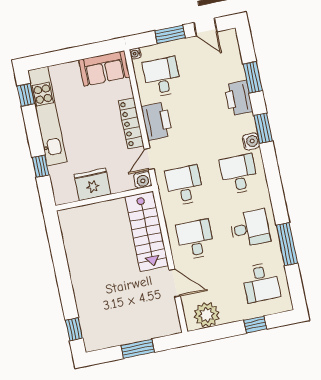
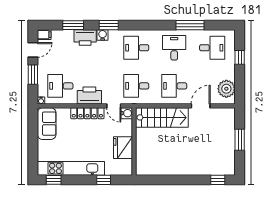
filing cabinet: (230, 39) -> (44, 35), added
water cooler: (251, 141) -> (103, 35), moved

